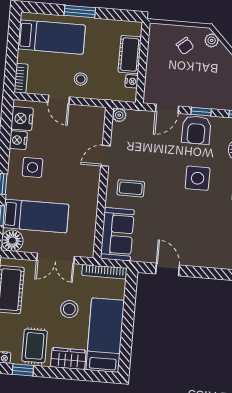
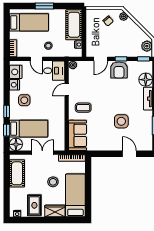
cot: (130, 55) -> (74, 25), width x1.37, depth x1.34
desk: (87, 122) -> (54, 71), added
side table: (198, 178) -> (121, 121), moved
double door: (56, 258) -> (42, 153), swing flipped
door: (167, 270) -> (129, 154), moved
window: (23, 370) -> (29, 220), removed

